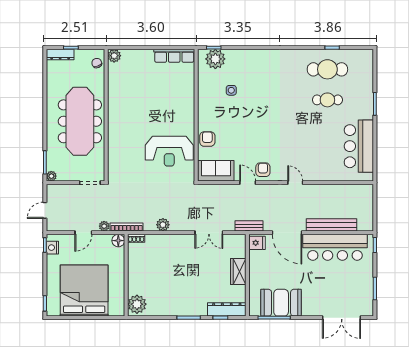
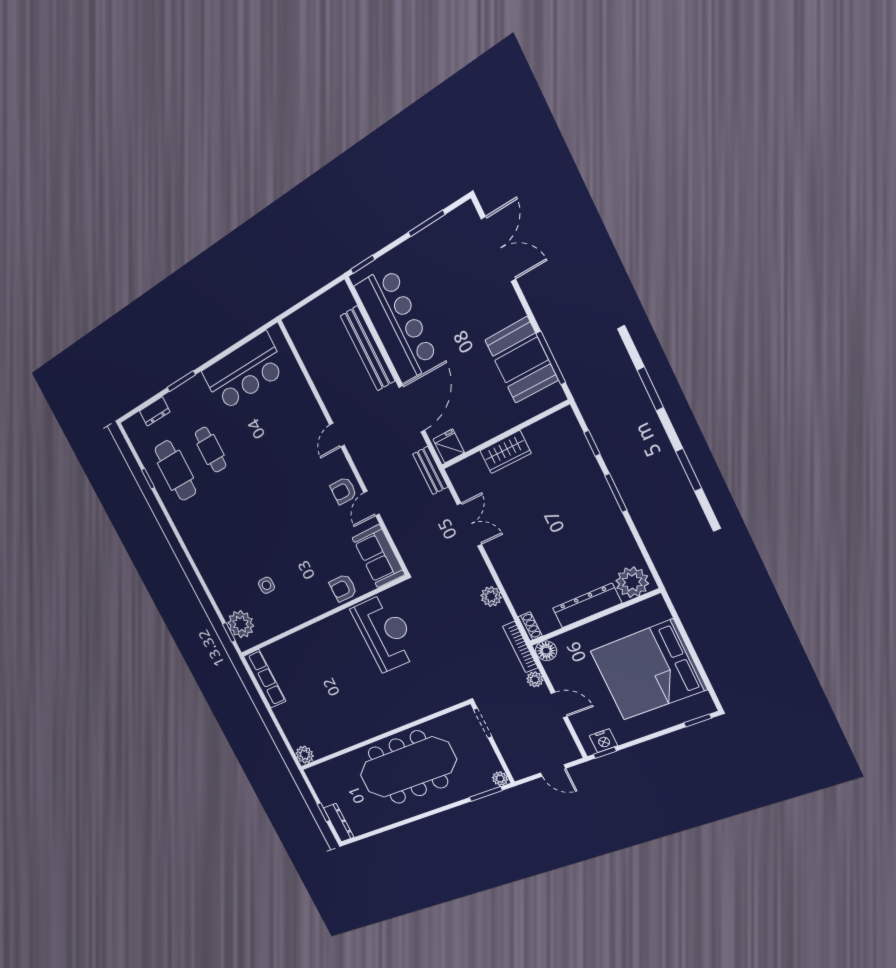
chair: (97, 63) -> (325, 773), removed
dresser: (368, 76) -> (155, 411), added
dresser: (227, 309) -> (587, 606), moved, turned 90

